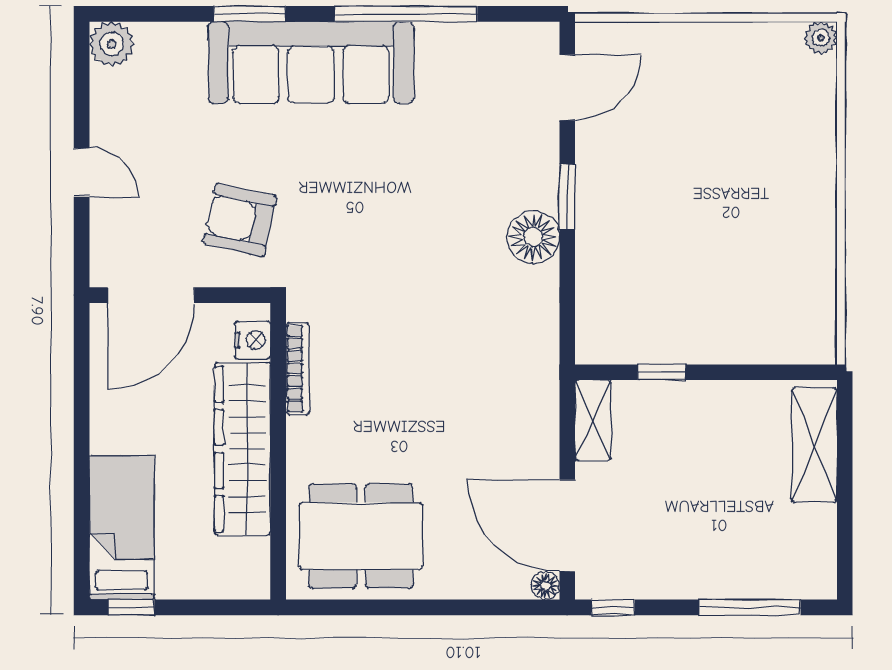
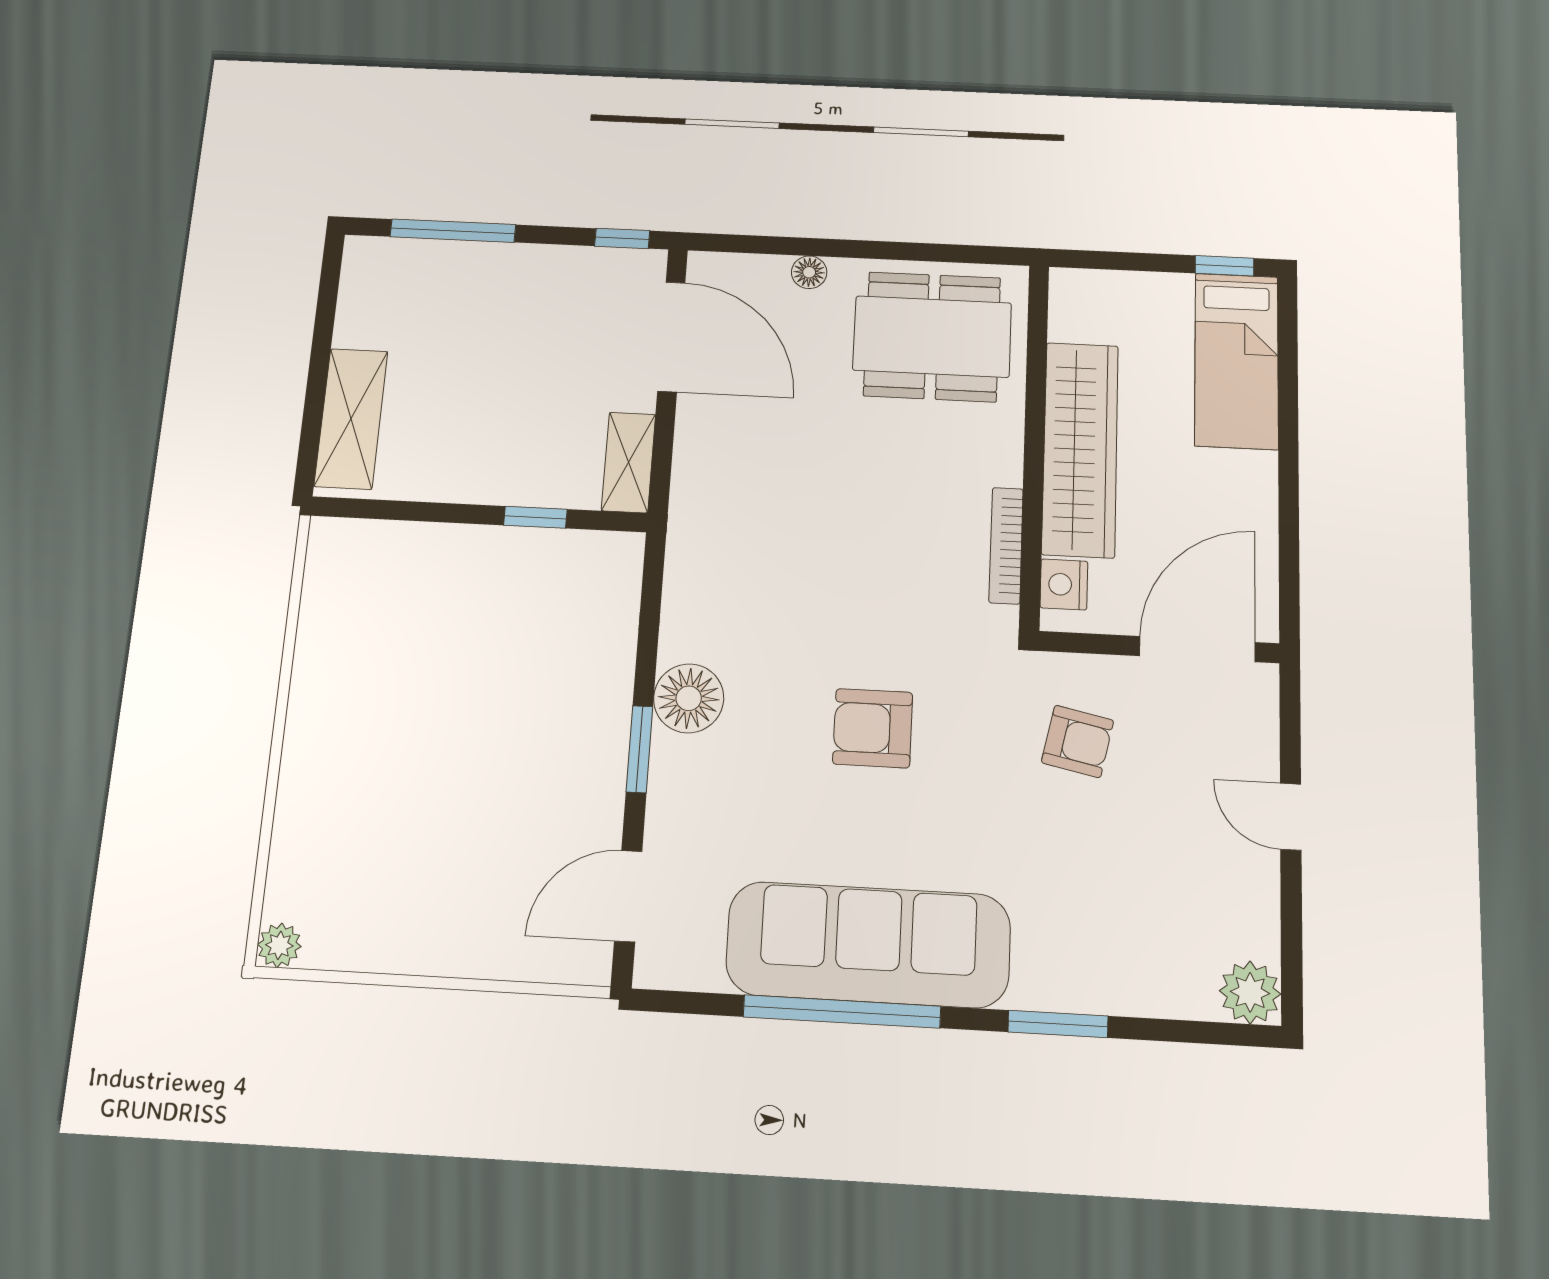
sofa: (311, 62) -> (868, 945), moved
armchair: (240, 220) -> (1078, 741), width x0.72, depth x0.72
armchair: (393, 222) -> (873, 728), added
floor lamp: (545, 586) -> (809, 272), moved

